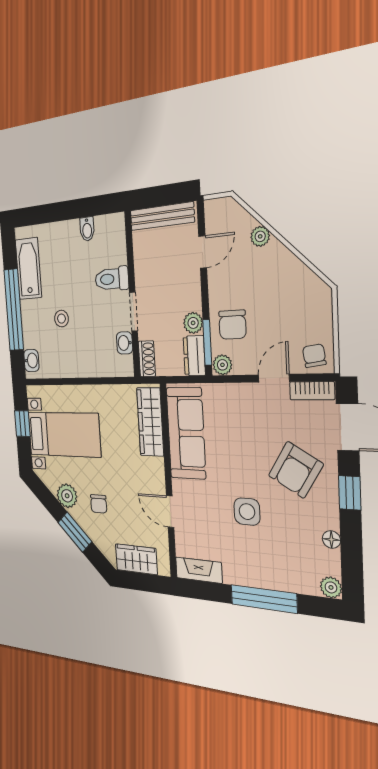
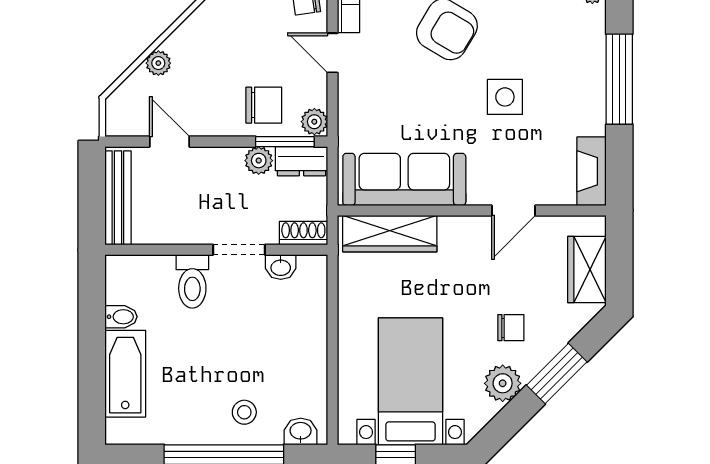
bathtub: (28, 269) -> (125, 374), moved, turned 90
stool: (61, 319) -> (244, 412), moved

